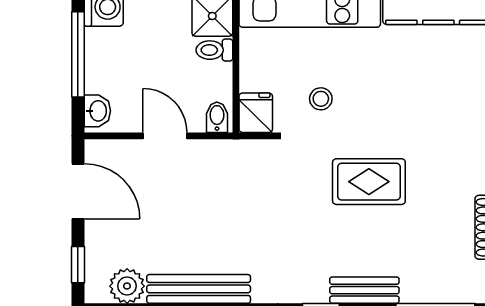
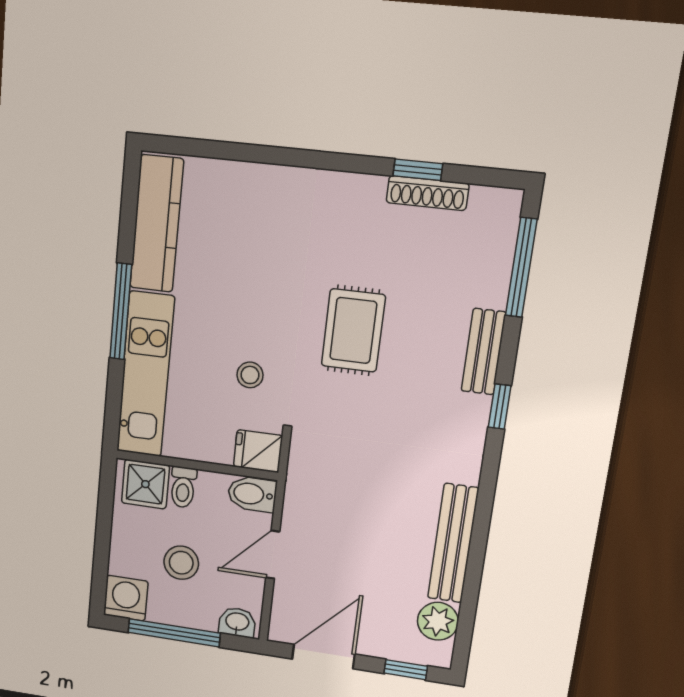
stool: (145, 55) -> (181, 563), added
bidet: (217, 117) -> (252, 494), width x1.38, depth x1.36

